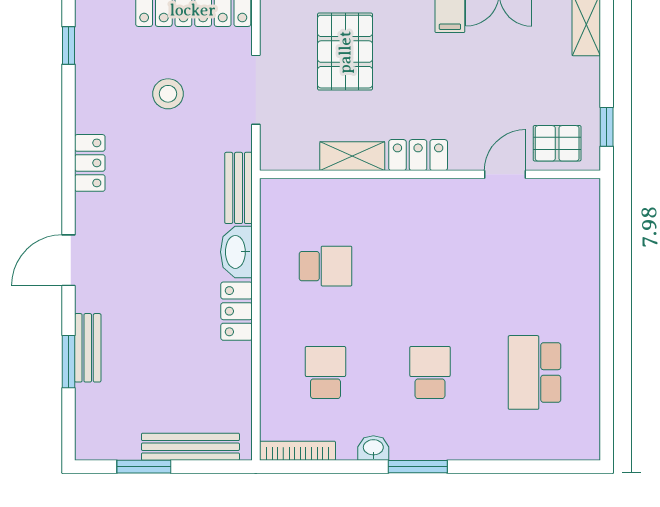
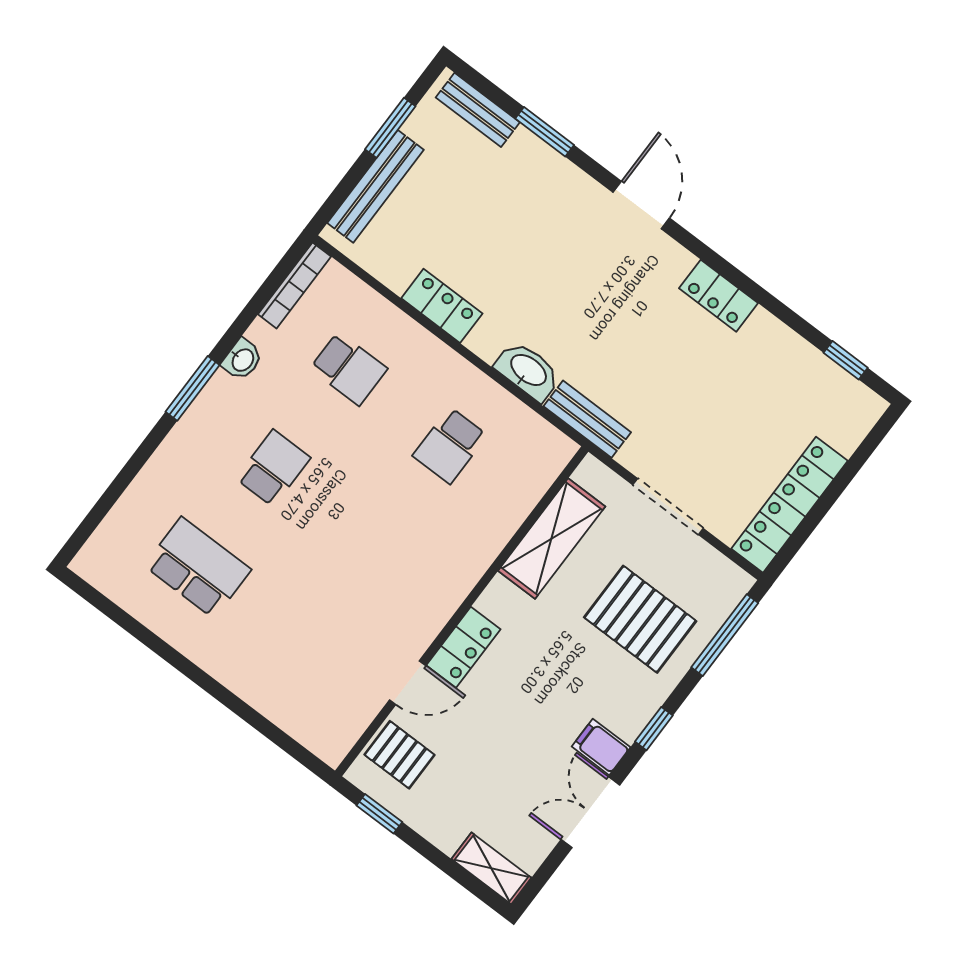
stool: (168, 94) -> (728, 420), removed
pallet: (557, 143) -> (400, 755), turned 90
locker: (418, 155) -> (463, 647), moved
shelving: (352, 156) -> (552, 539), width x1.50, depth x1.33
door: (505, 174) -> (408, 683), hinge flipped
locker: (237, 311) -> (442, 306), moved
bench: (88, 348) -> (478, 110), moved
school desk: (430, 372) -> (273, 468), turned -90

